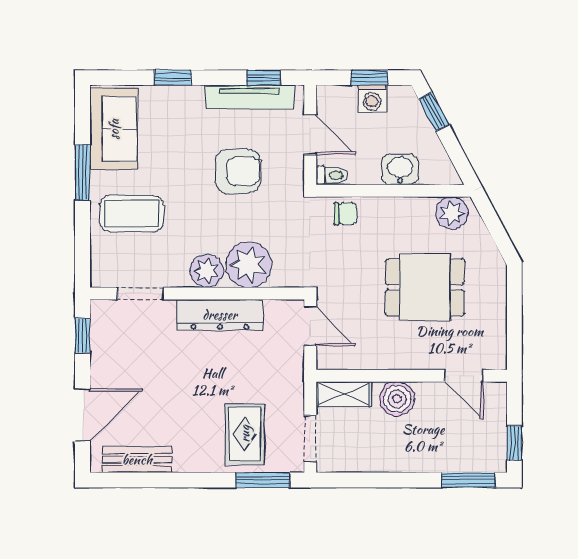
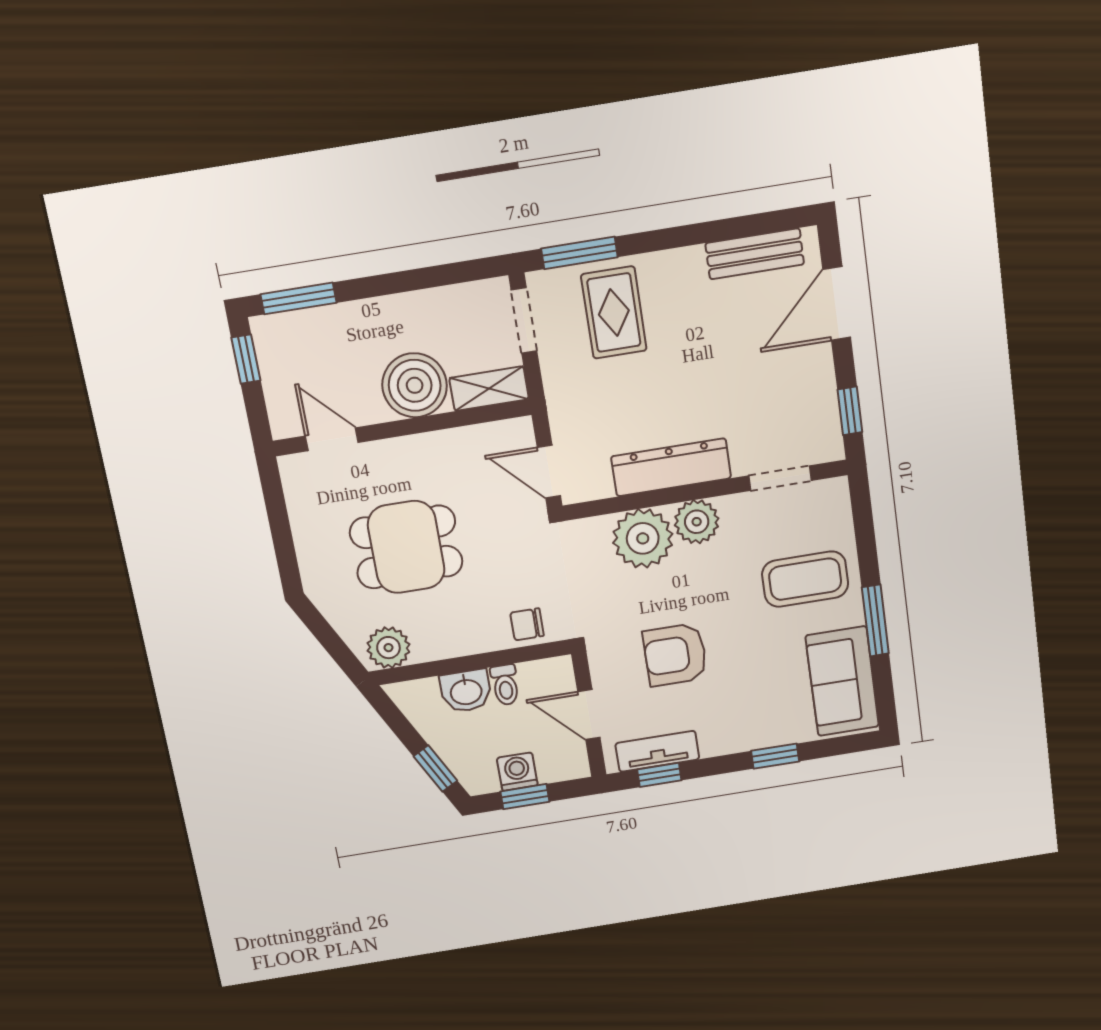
tv unit: (250, 97) -> (657, 751), width x0.71
toilet: (332, 175) -> (505, 685), moved, turned -90
boiler: (397, 399) -> (415, 385), width x1.37, depth x1.37

